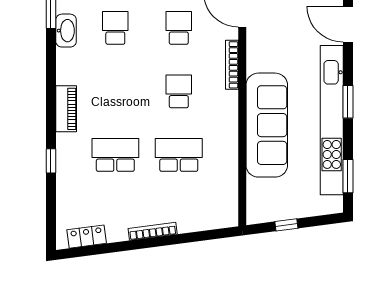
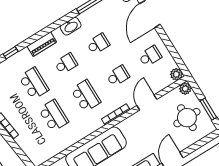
washbasin: (66, 31) -> (71, 26), moved
school desk: (115, 91) -> (66, 64), added
school desk: (179, 91) -> (86, 96), width x1.85

